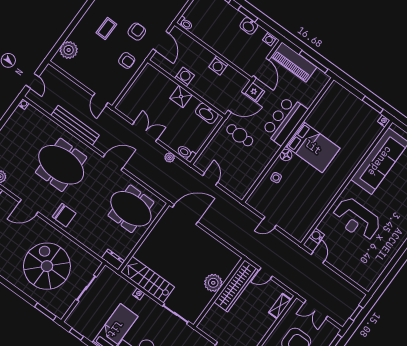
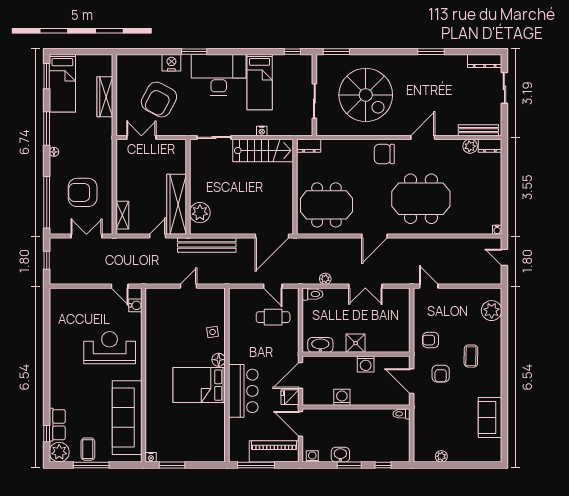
bench: (75, 125) -> (207, 245), moved
cafe table: (240, 135) -> (273, 317), moved
plant: (213, 283) -> (200, 213), moved

